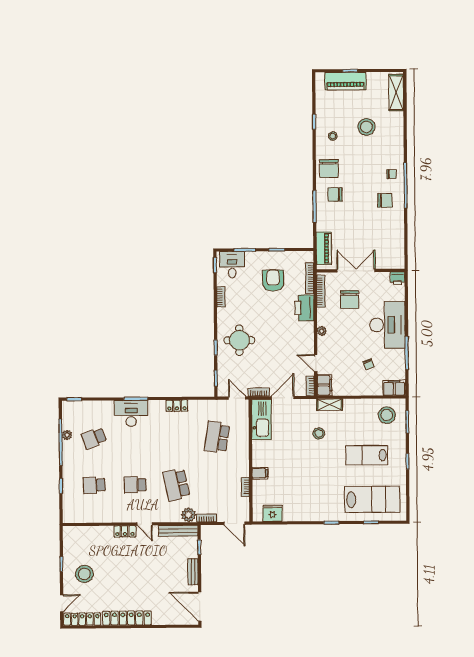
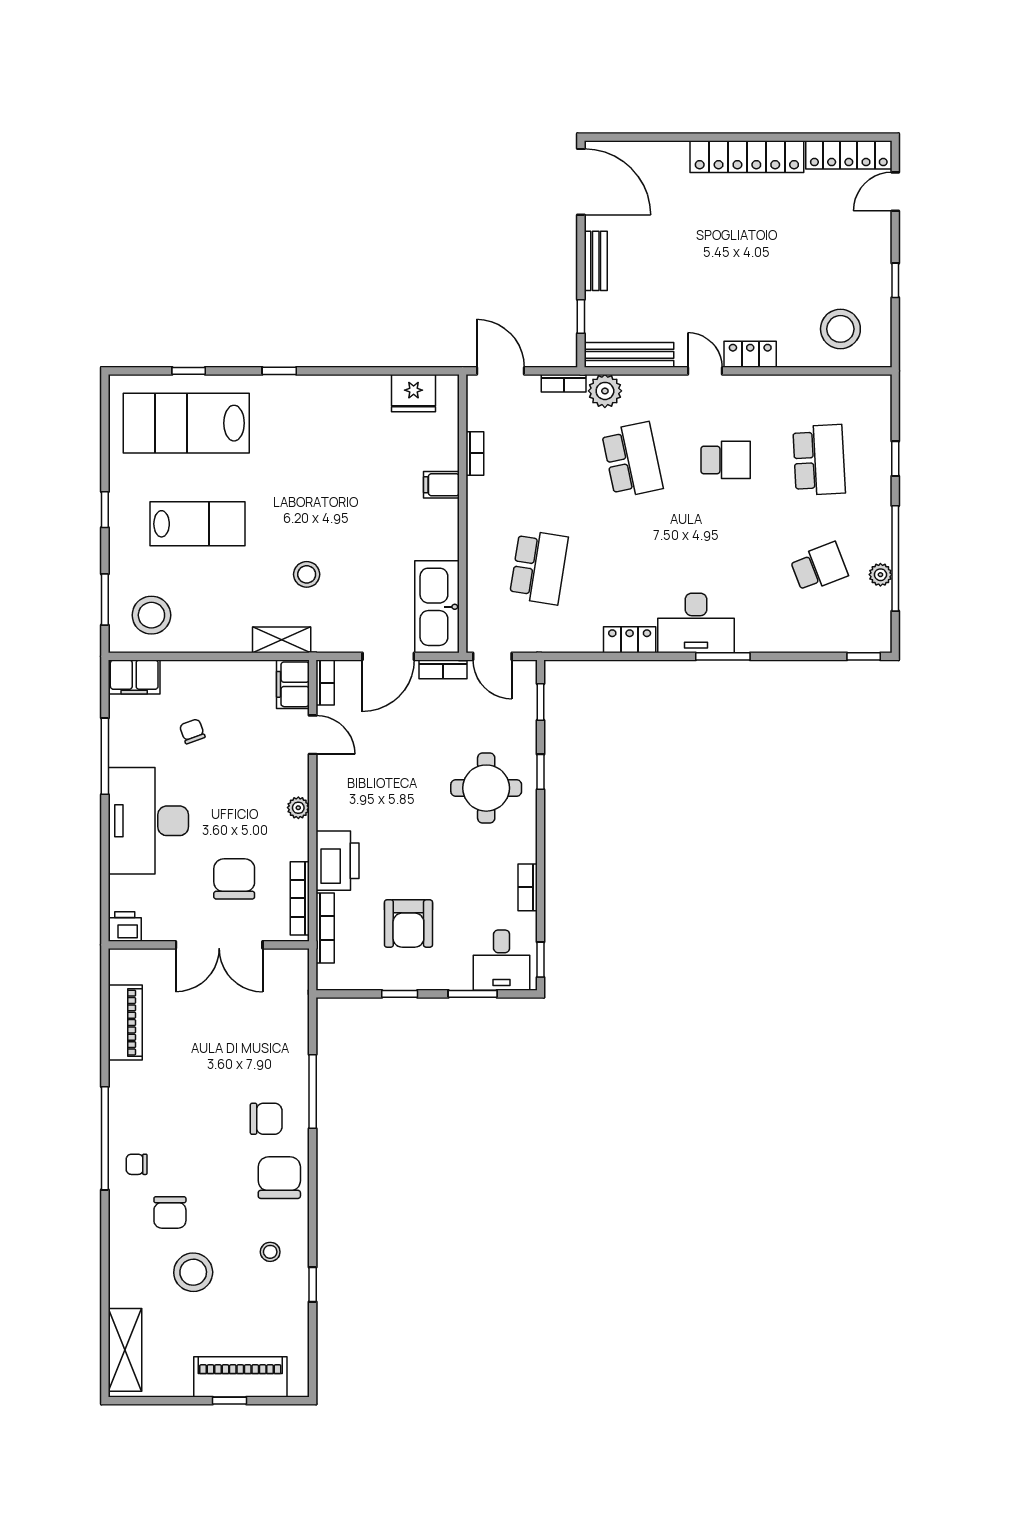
chair: (385, 200) -> (170, 1212), moved, turned -90
piano: (324, 248) -> (125, 1023), moved, turned 180
desk: (131, 413) -> (696, 623), moved
school desk: (94, 485) -> (819, 460), width x1.85
stool: (84, 574) -> (840, 329), moved

